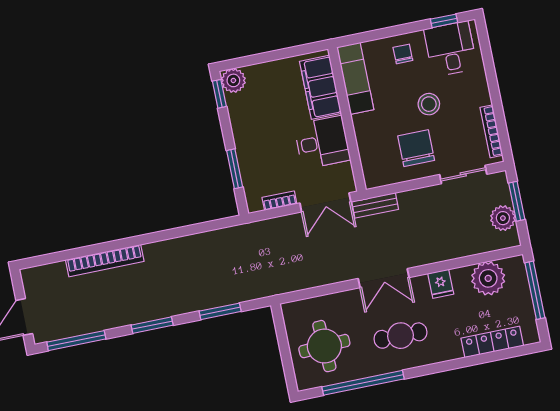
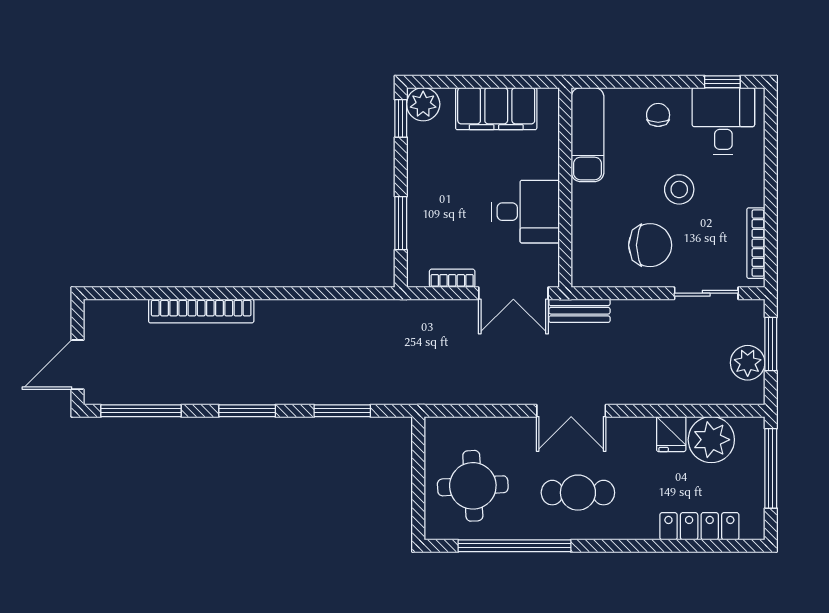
filing cabinet: (320, 87) -> (496, 109), moved, turned -90
chair: (416, 148) -> (650, 245), turned 90
fridge: (441, 284) -> (671, 434), moved

